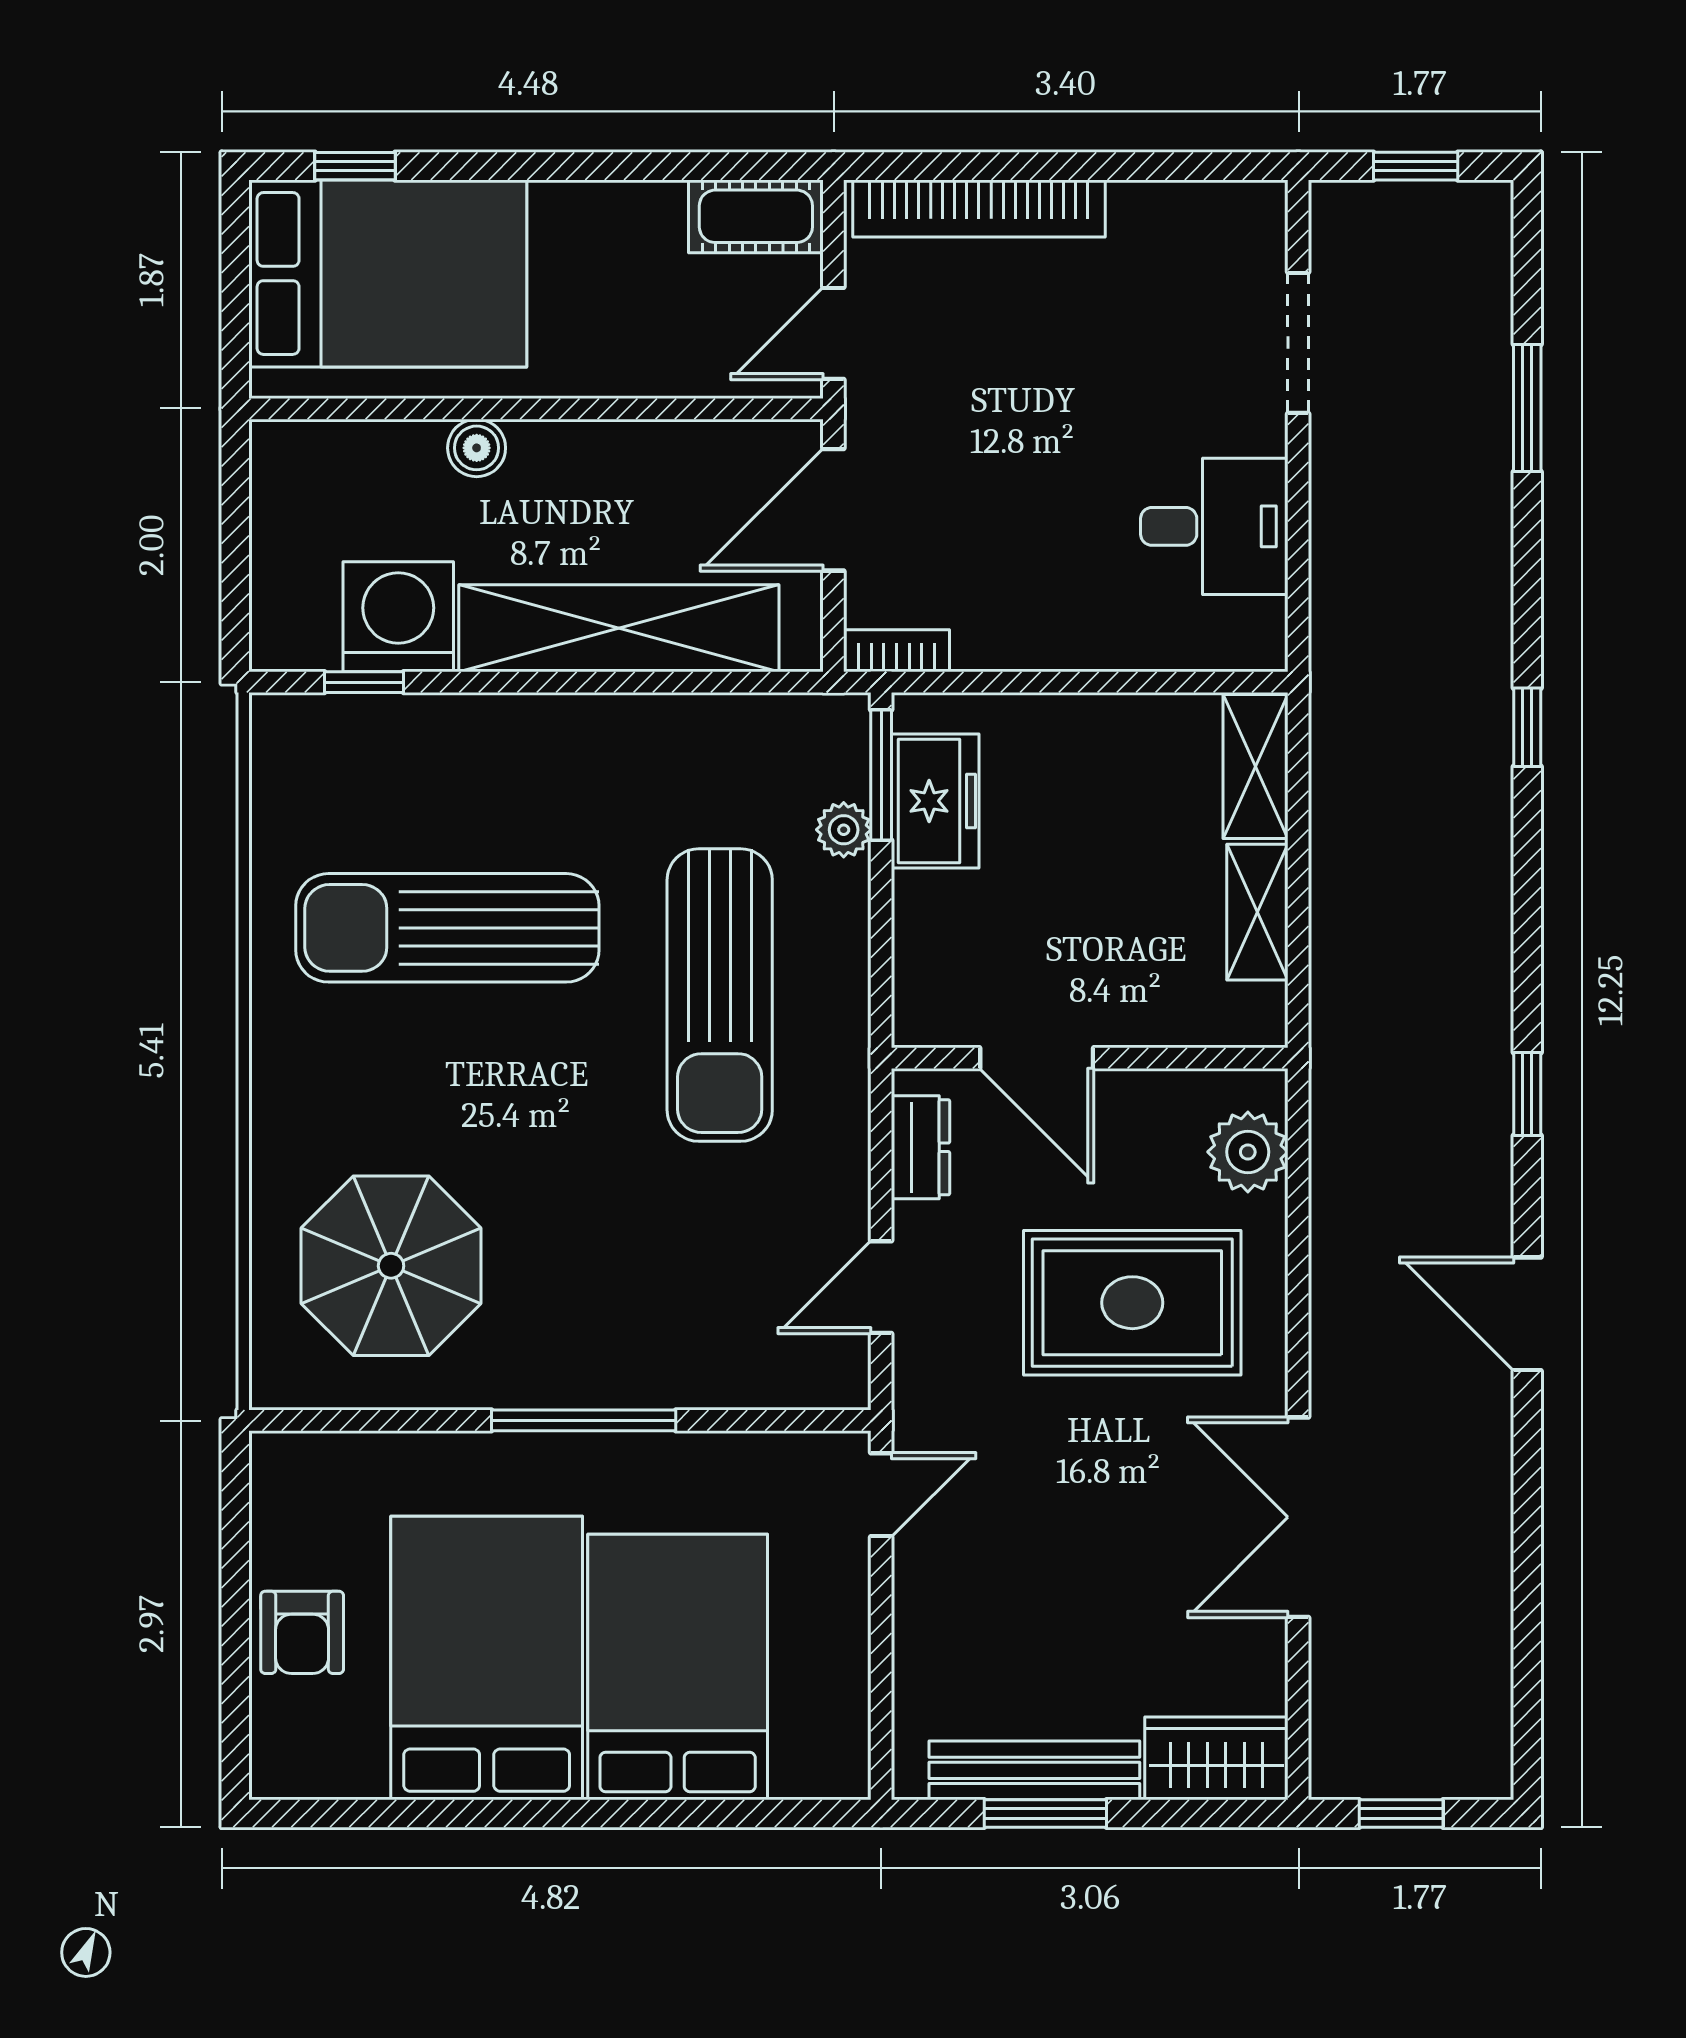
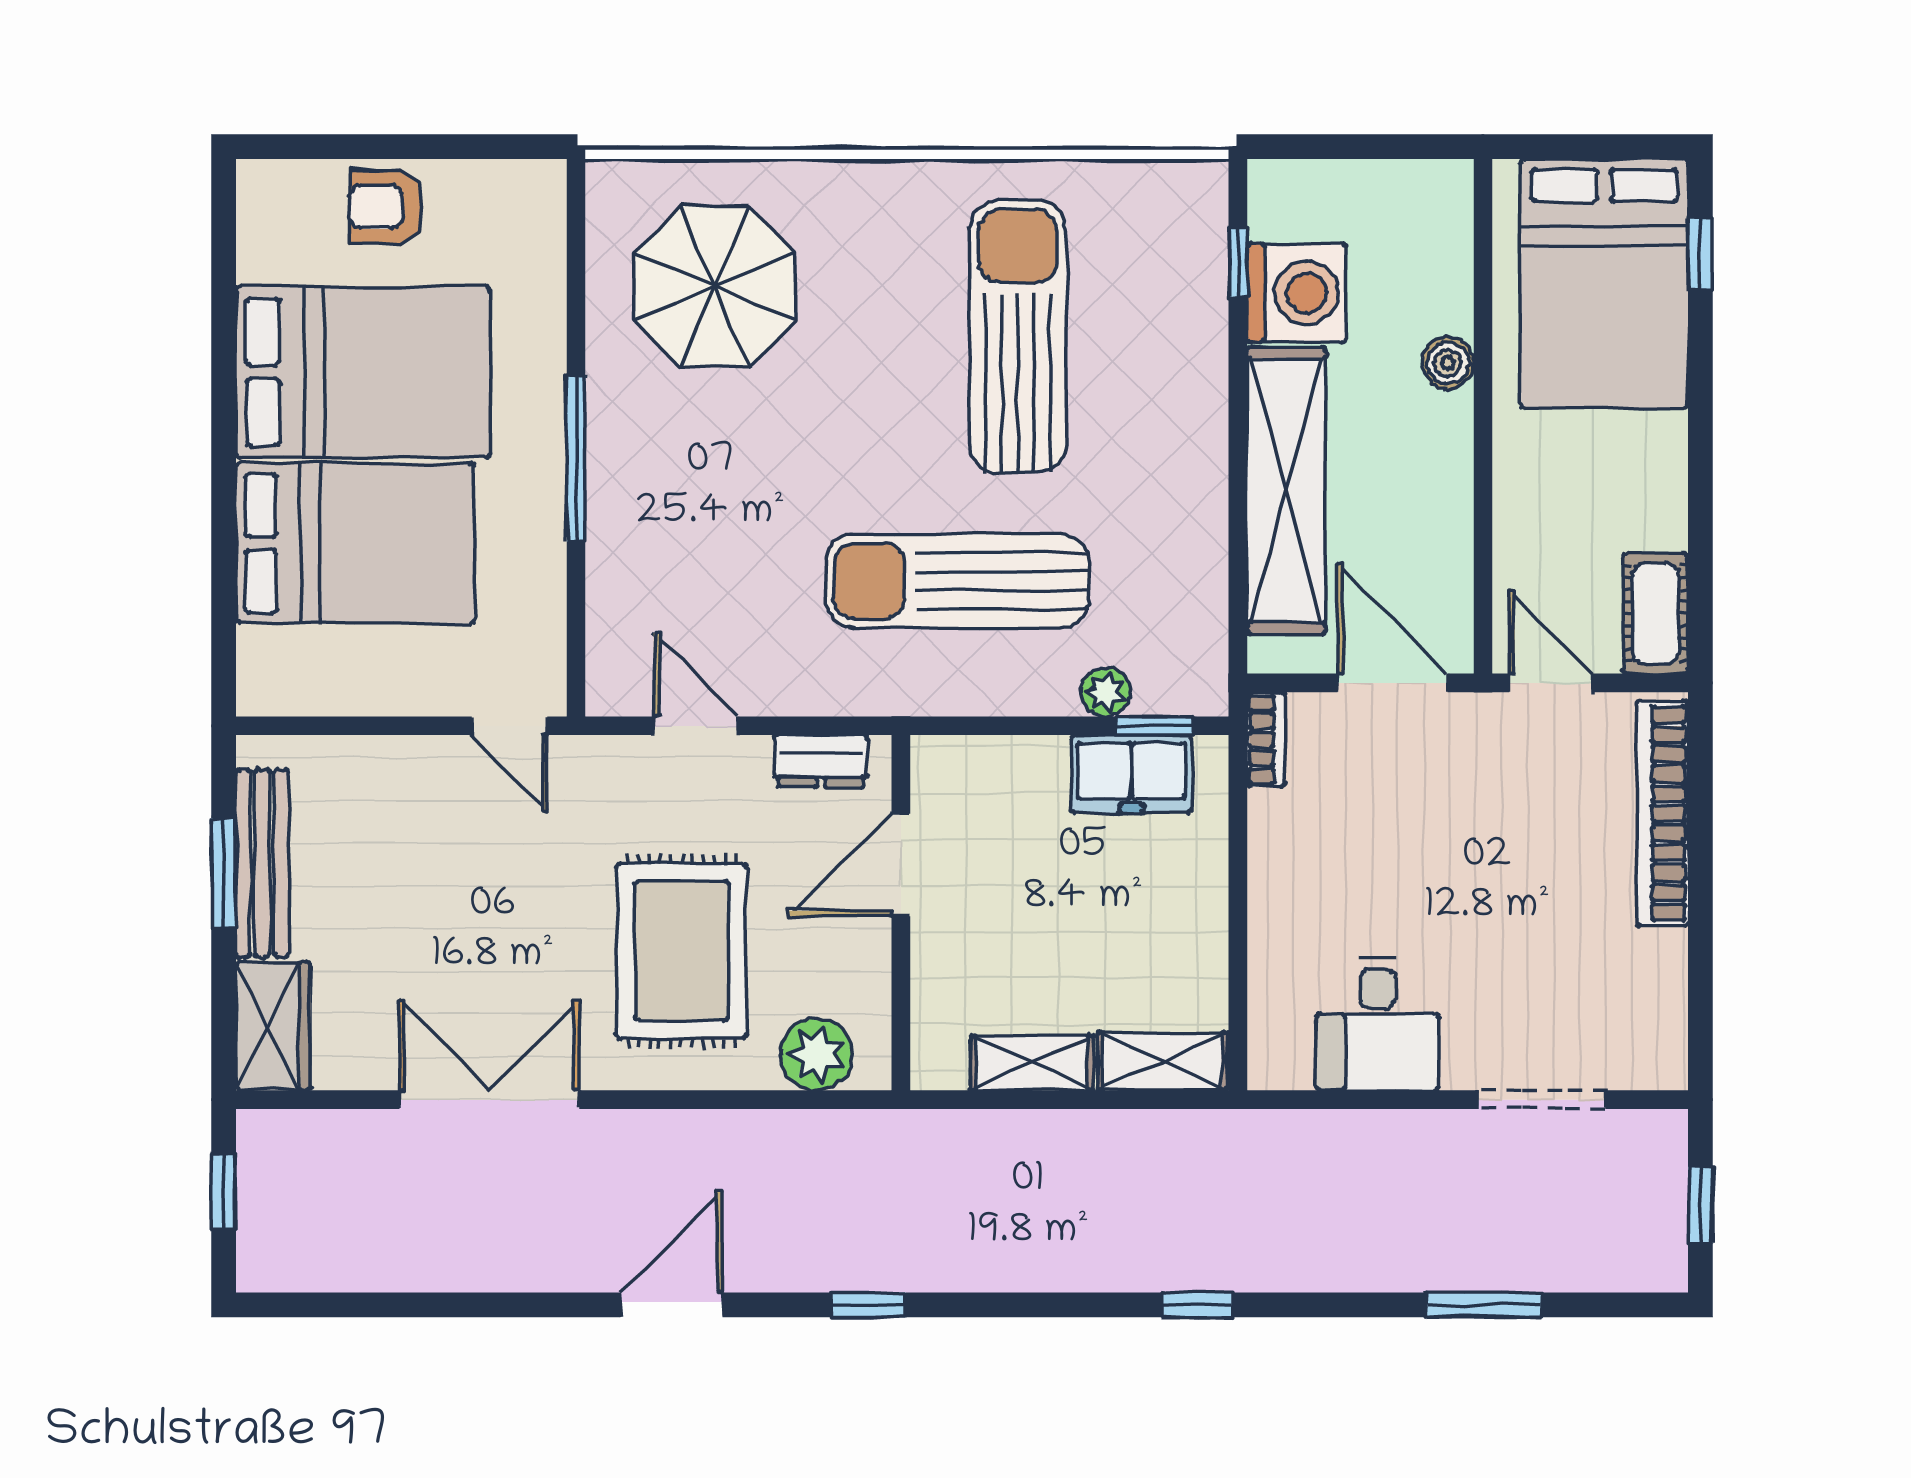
window: (881, 775) -> (1155, 726), width x0.67

